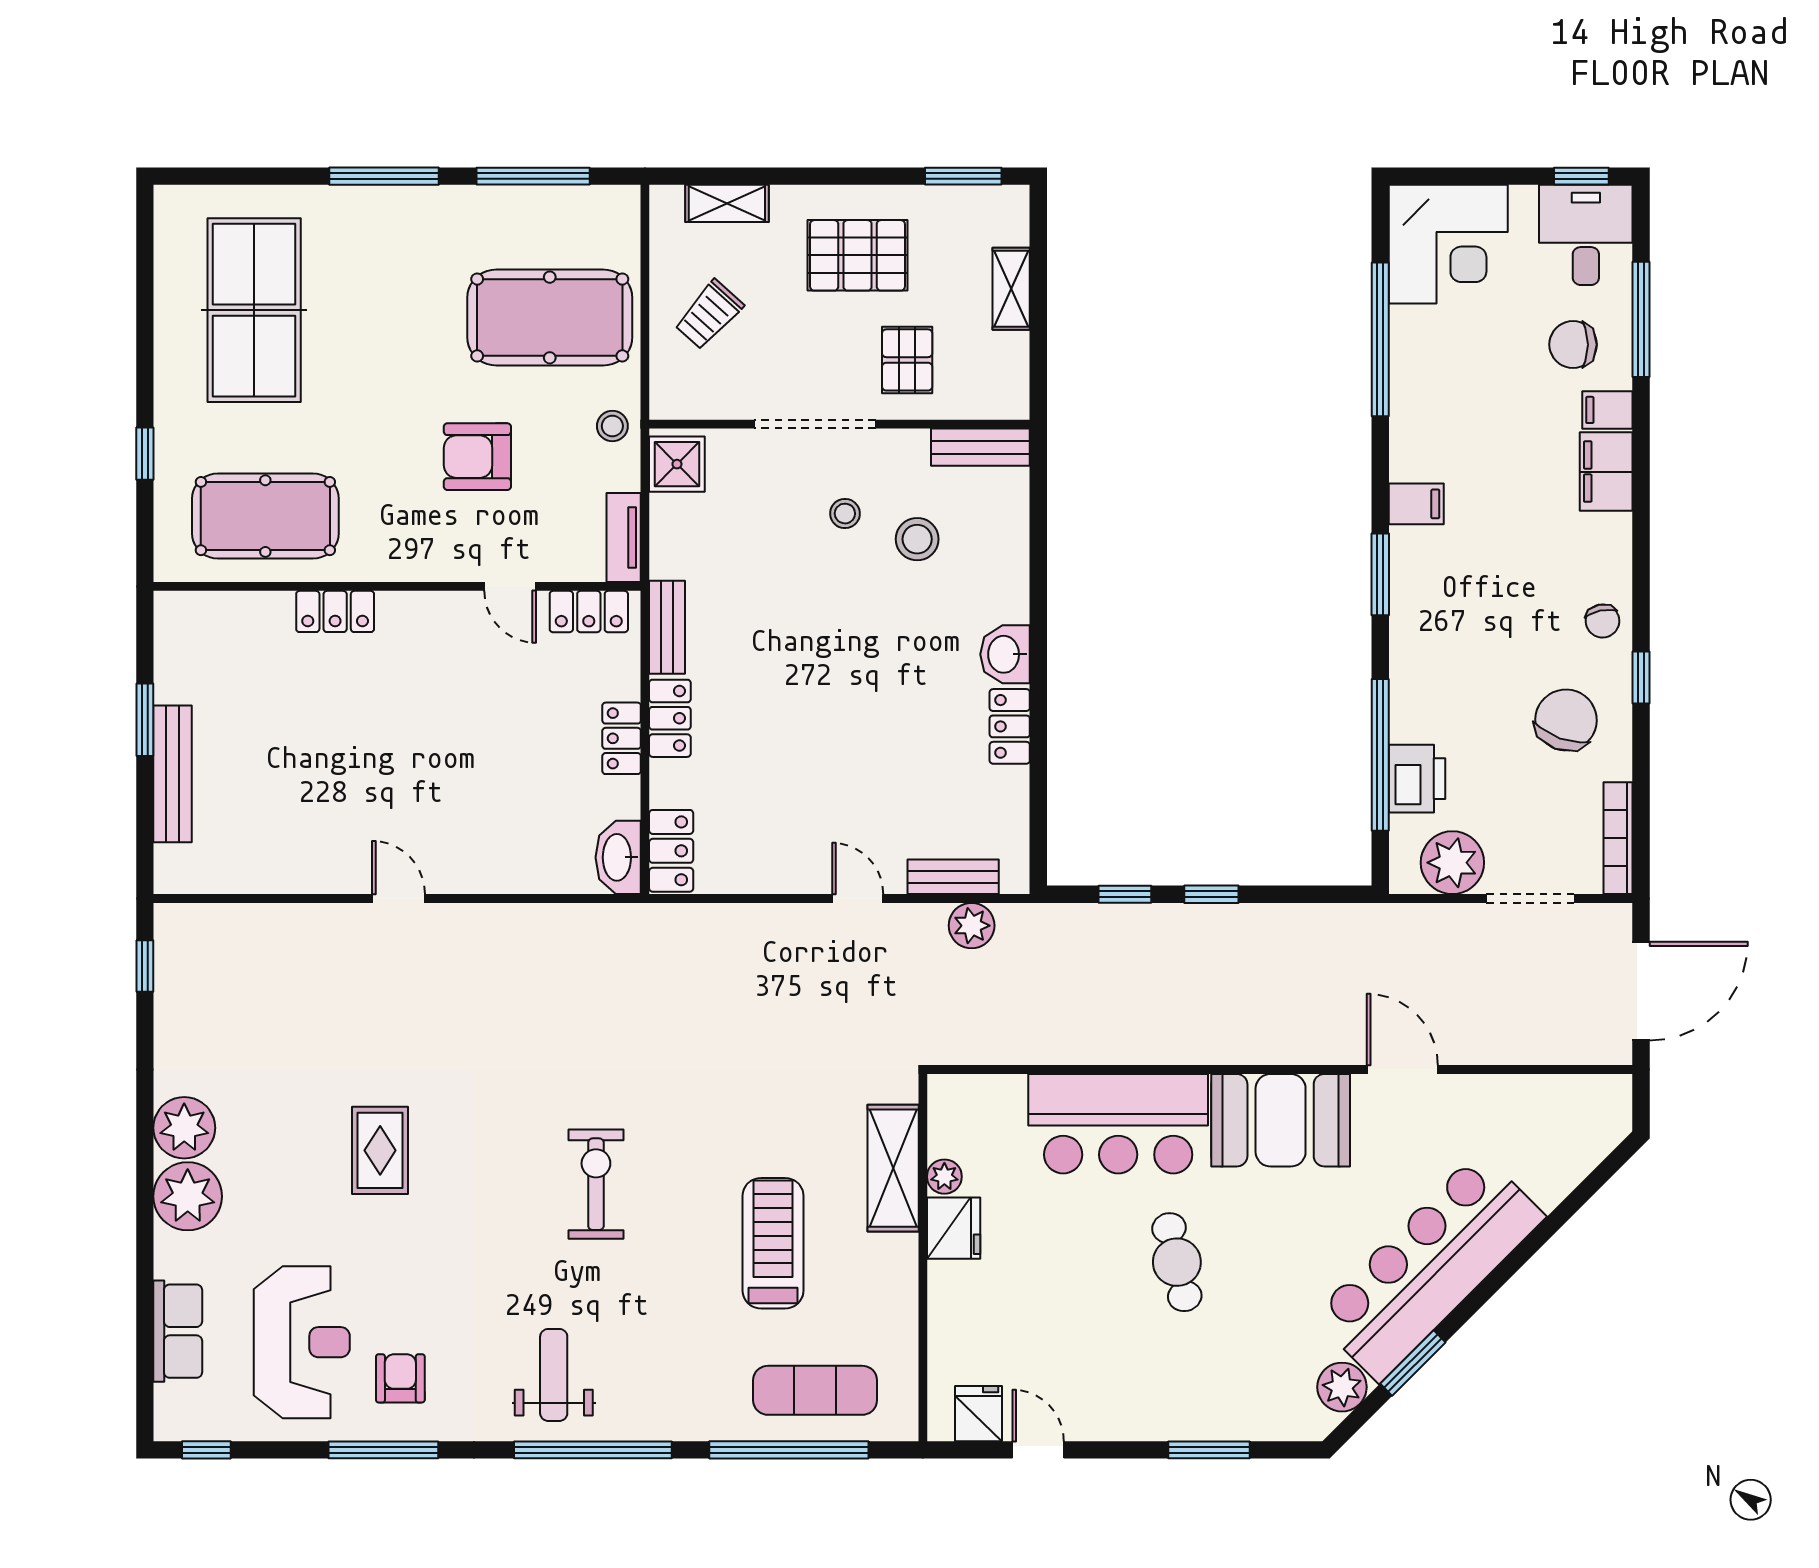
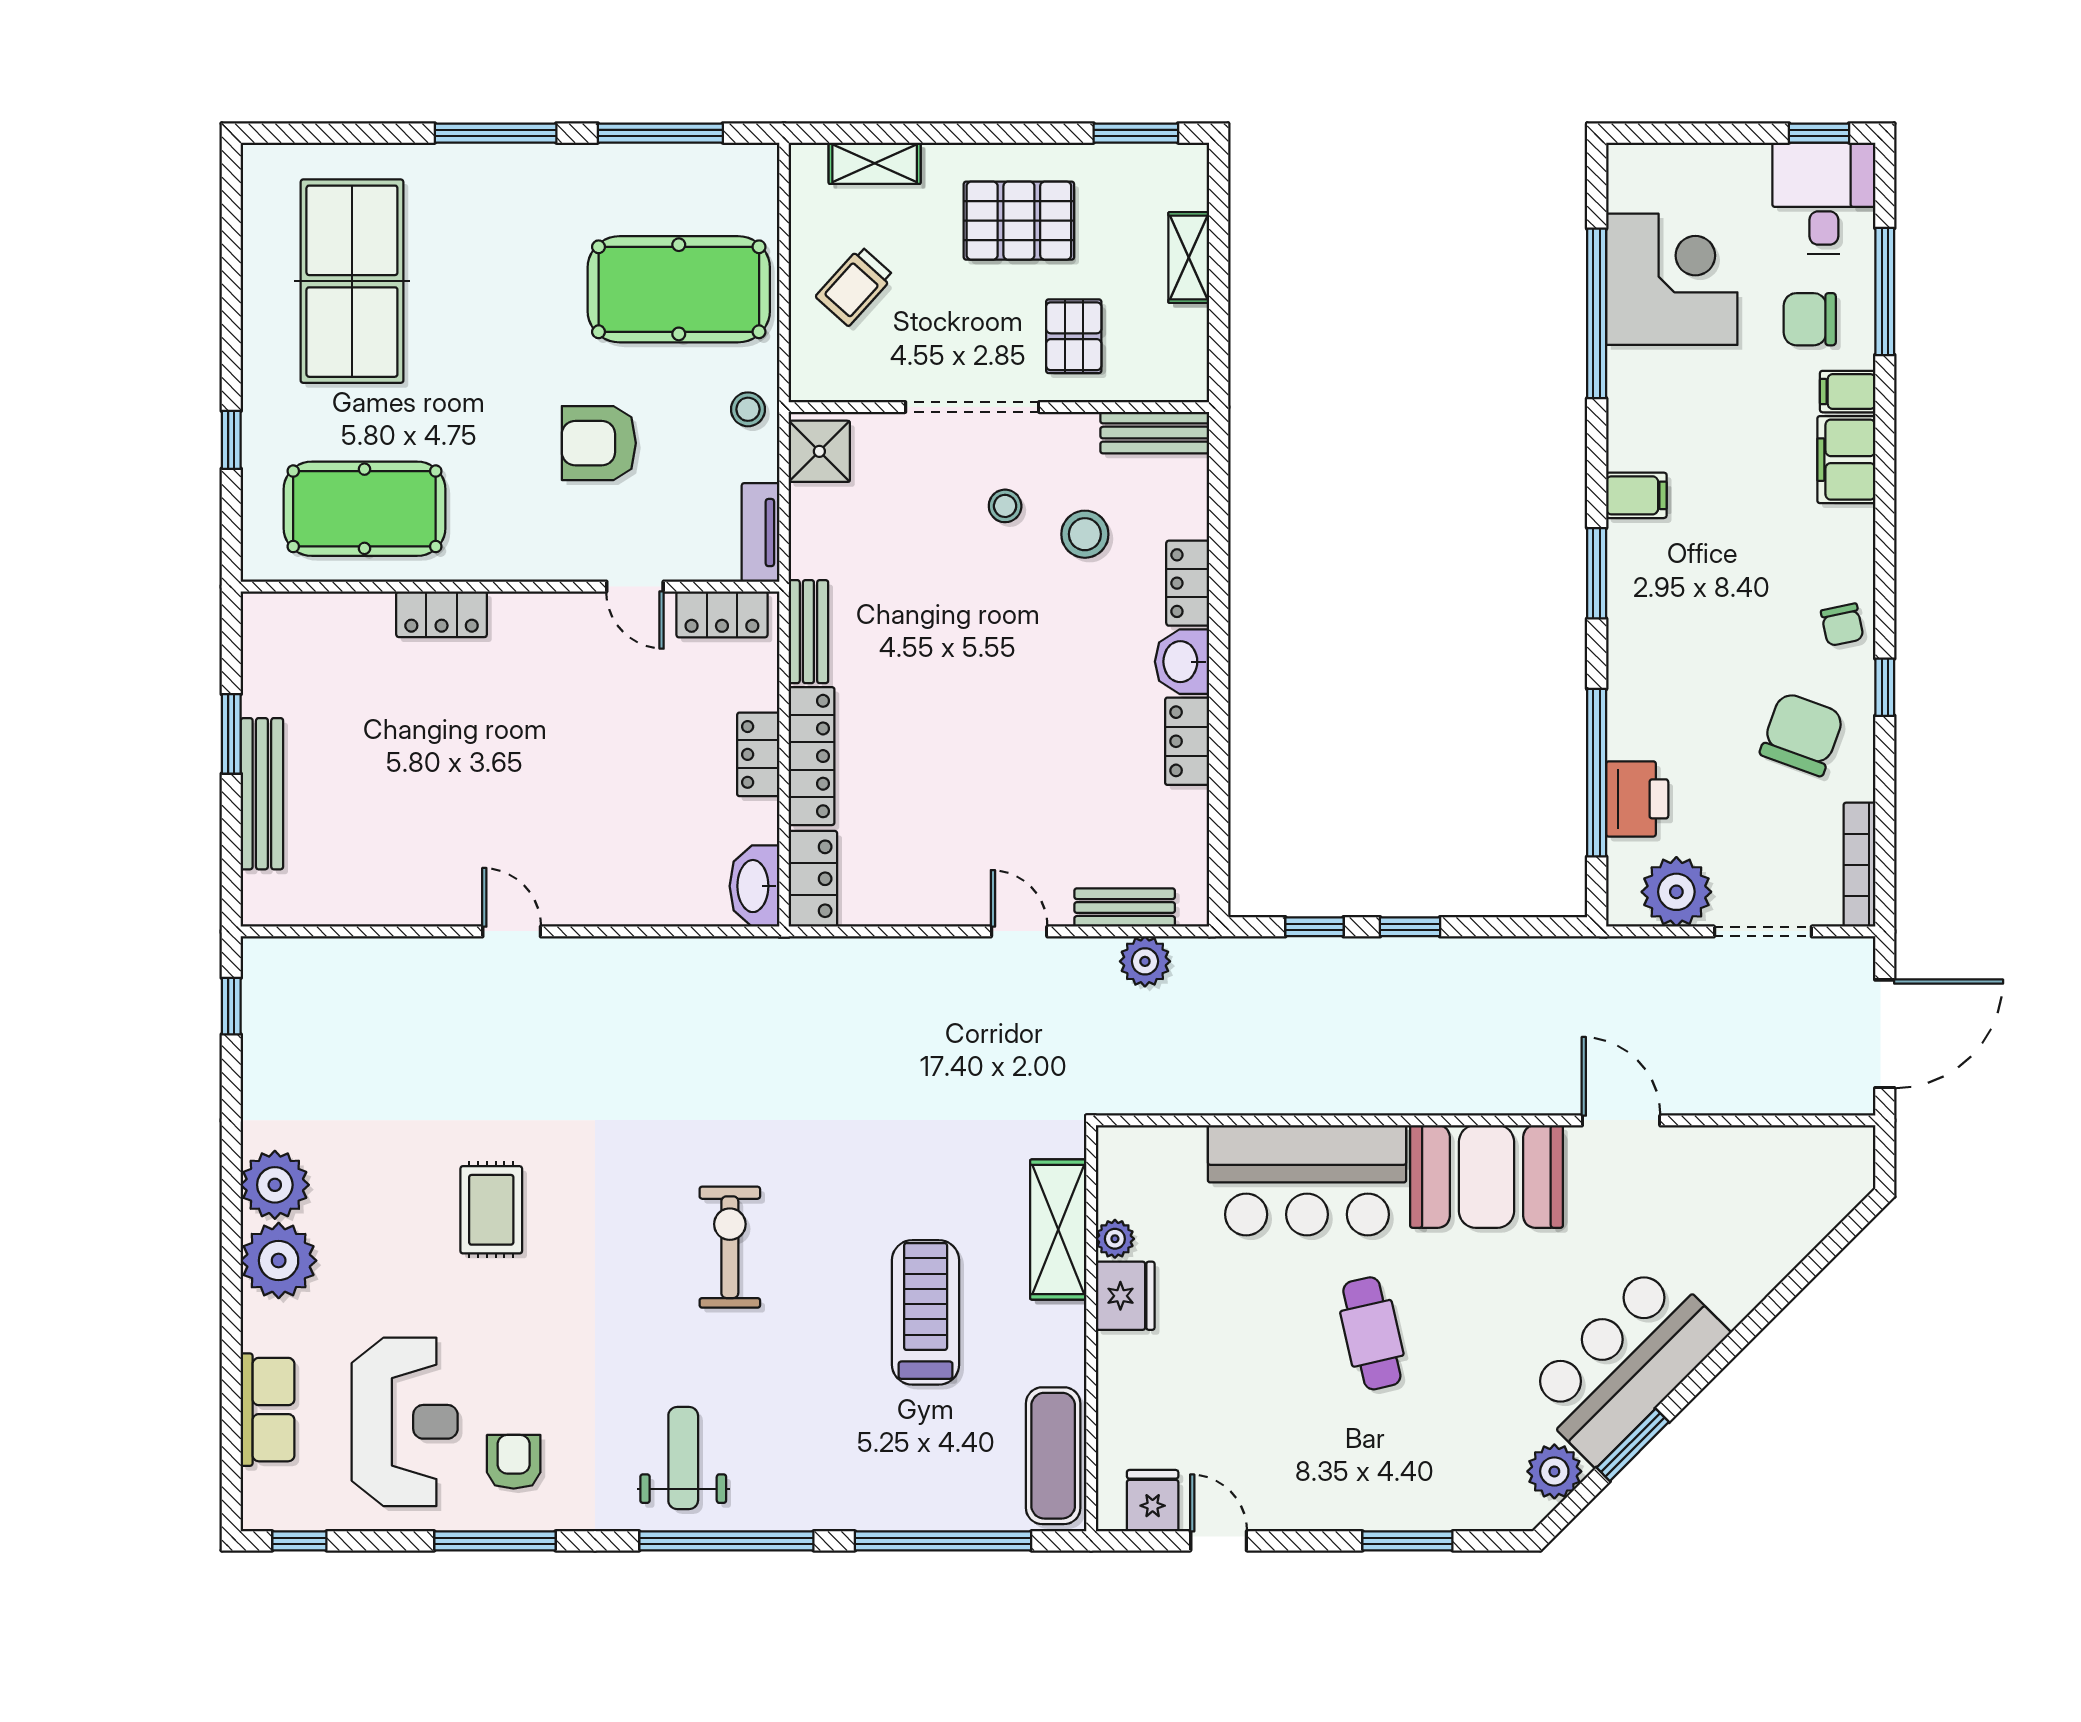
corner desk: (1448, 244) -> (1672, 279), moved, turned -90
locker: (1010, 583) -> (1188, 583), added
locker: (670, 718) -> (812, 756), width x1.53
bar counter: (1429, 1266) -> (1626, 1363), width x0.73
exercise mat: (815, 1390) -> (1053, 1456), moved, turned 90

